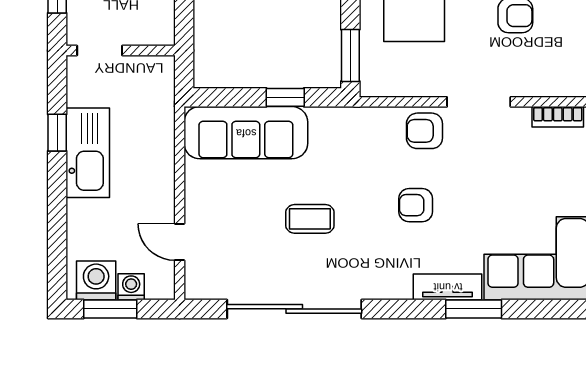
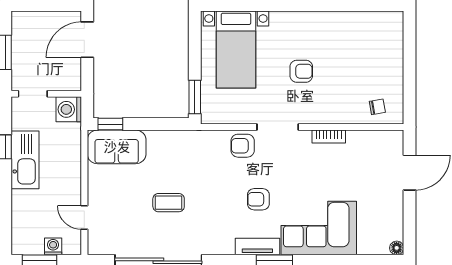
window: (285, 97) -> (110, 124), moved
sofa: (246, 133) -> (117, 147), width x0.73
armchair: (416, 205) -> (258, 199), moved
washing machine: (96, 280) -> (69, 109), moved, turned -90

